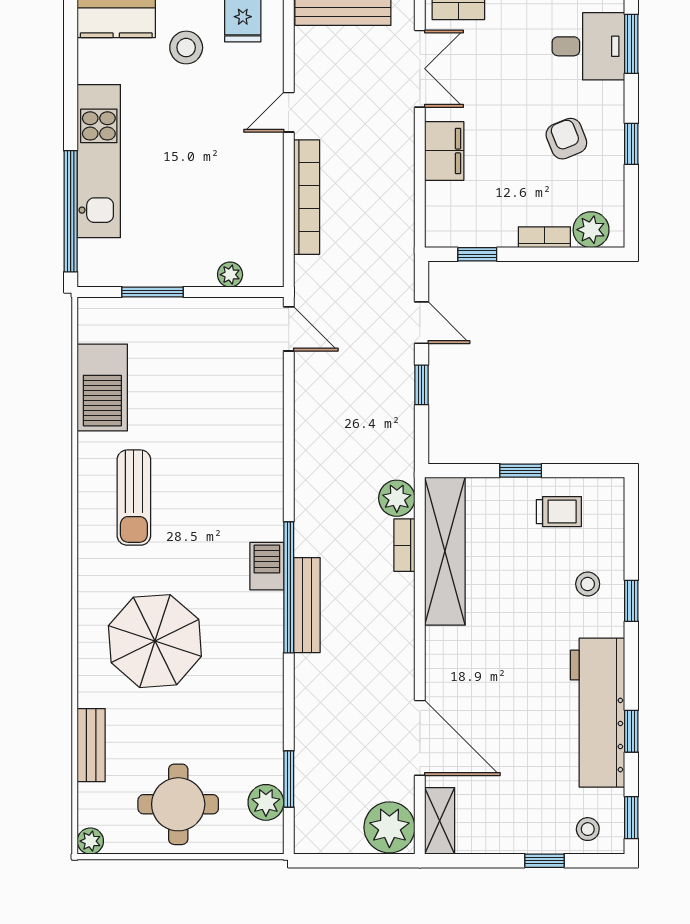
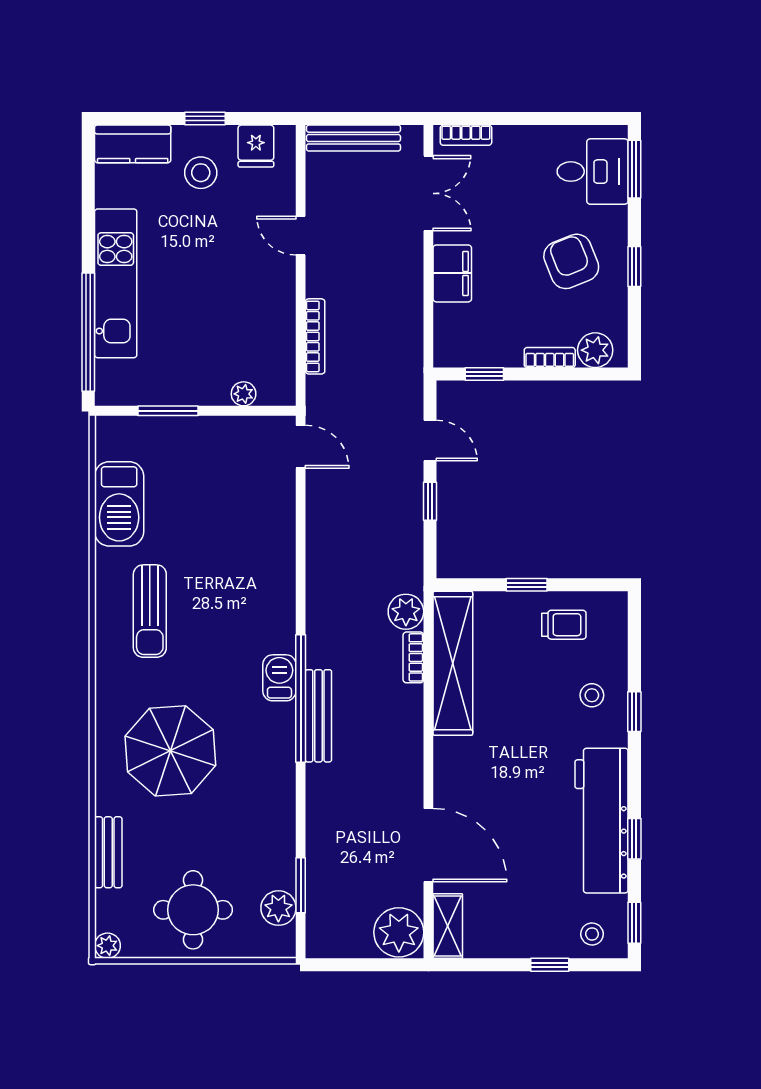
door: (289, 112) -> (301, 236), hinge flipped
armchair: (566, 139) -> (571, 261), width x1.38, depth x1.38
bookcase: (307, 197) -> (315, 336), width x0.68, depth x0.76

